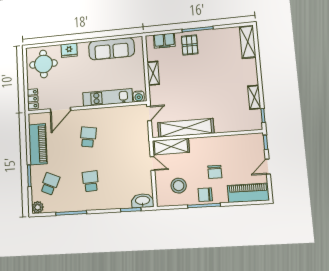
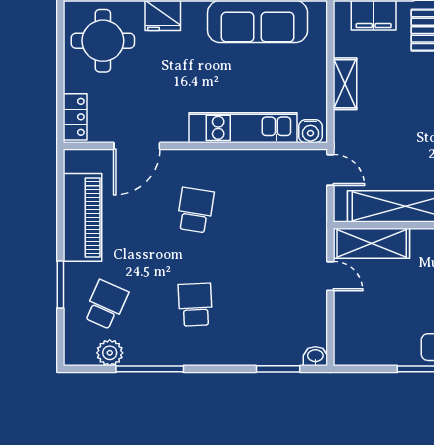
door: (149, 114) -> (330, 170), hinge flipped
stool: (179, 186) -> (382, 325), removed
washbasin: (143, 201) -> (315, 356), width x0.52, depth x0.69
plant: (38, 207) -> (110, 353), moved

